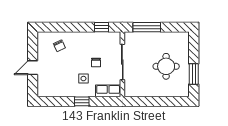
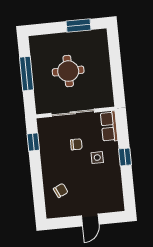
window: (147, 27) -> (26, 74), moved
round table: (166, 66) -> (68, 71), moved
door: (33, 68) -> (90, 220), hinge flipped

